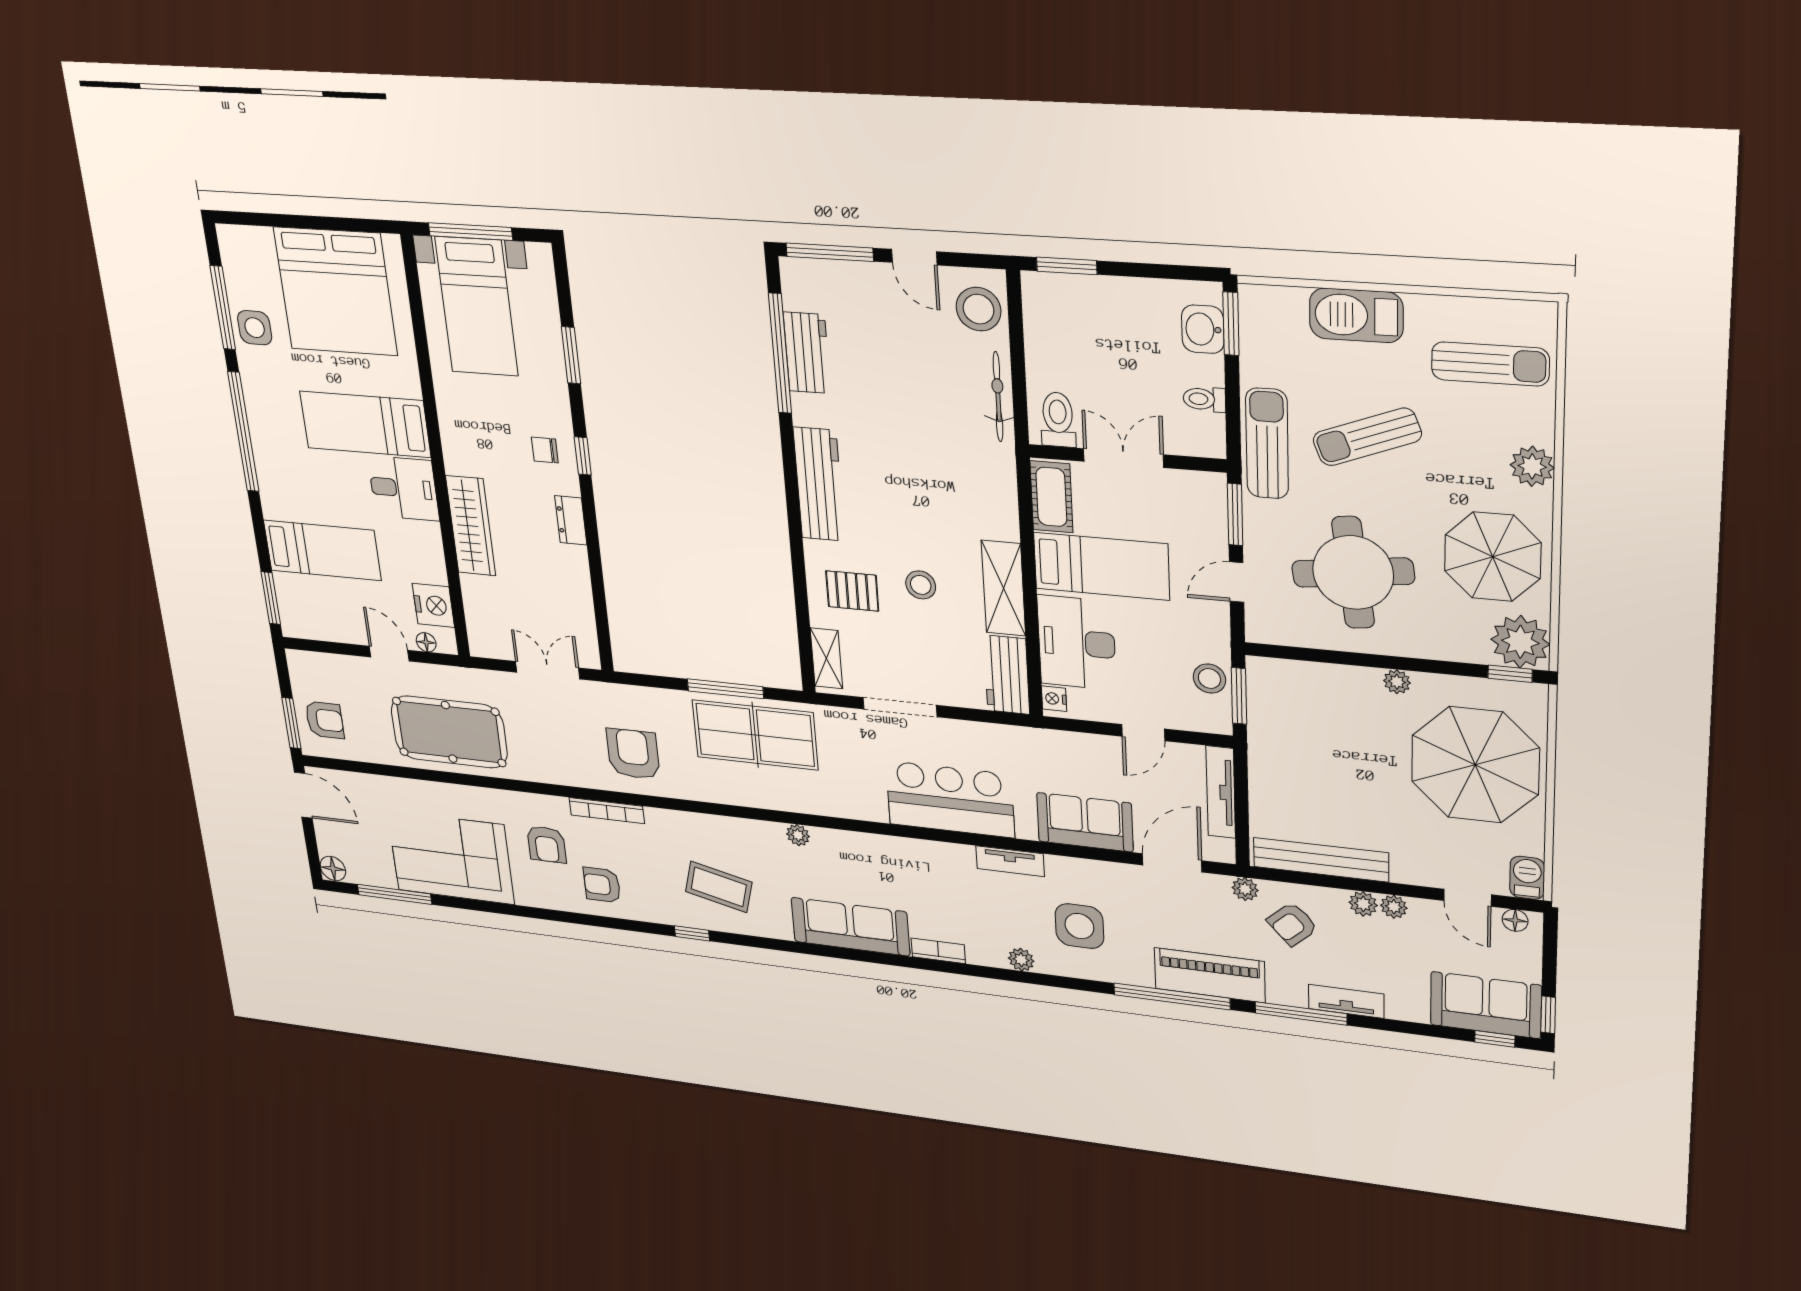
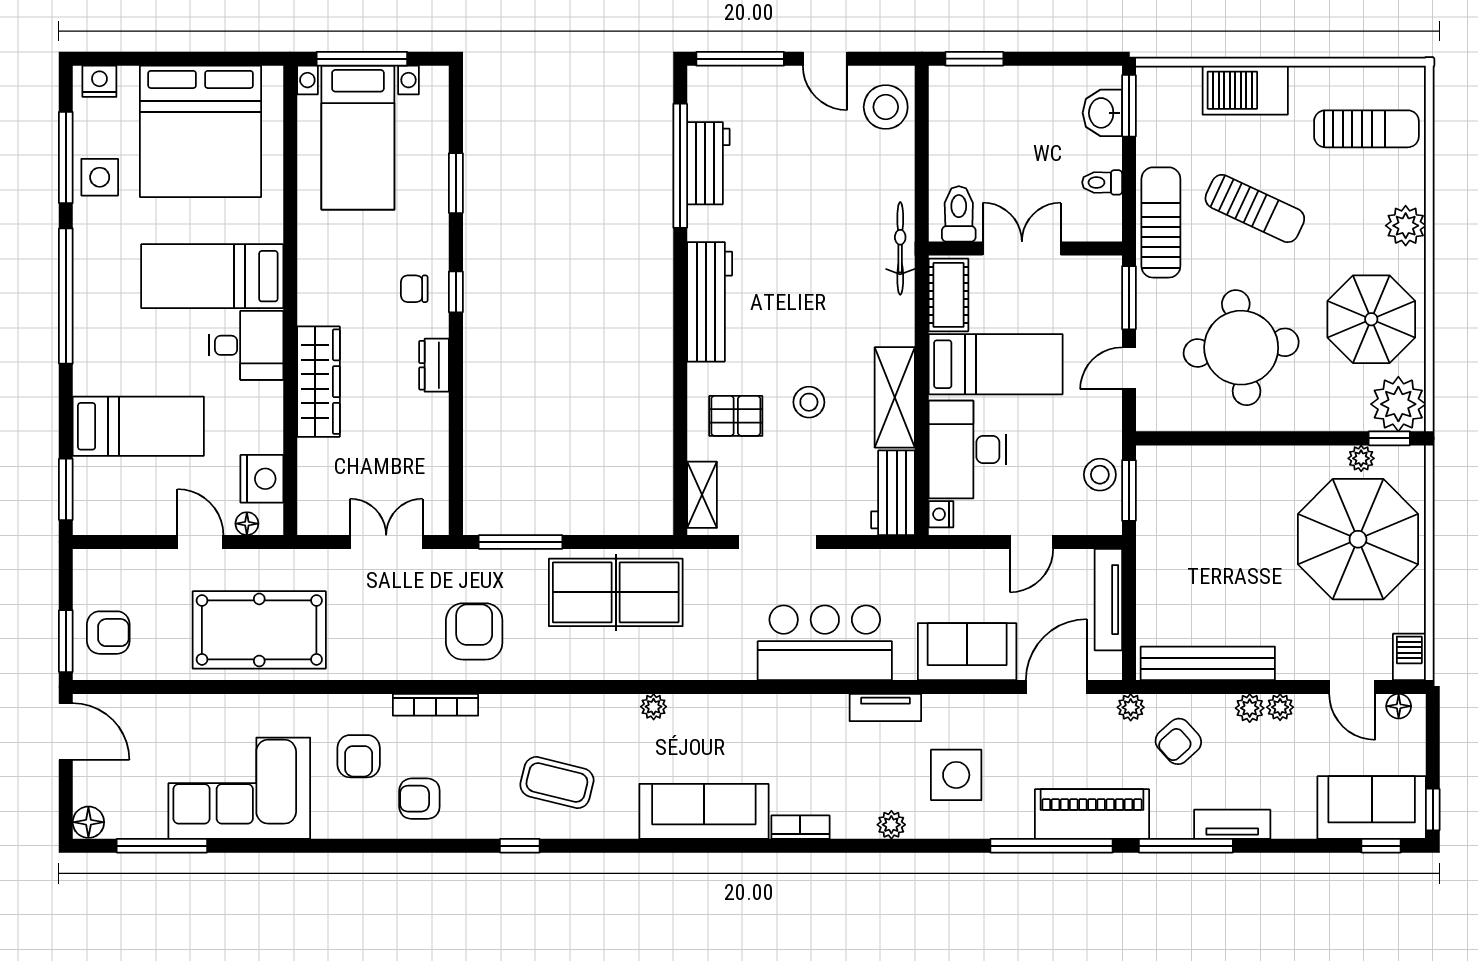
nightstand: (240, 239) -> (99, 81), added
bicycle: (998, 397) -> (900, 248), moved
sun lounger: (1367, 437) -> (1255, 208), turned -134
plant: (1397, 682) -> (1361, 458), moved
window: (725, 689) -> (521, 542), moved

